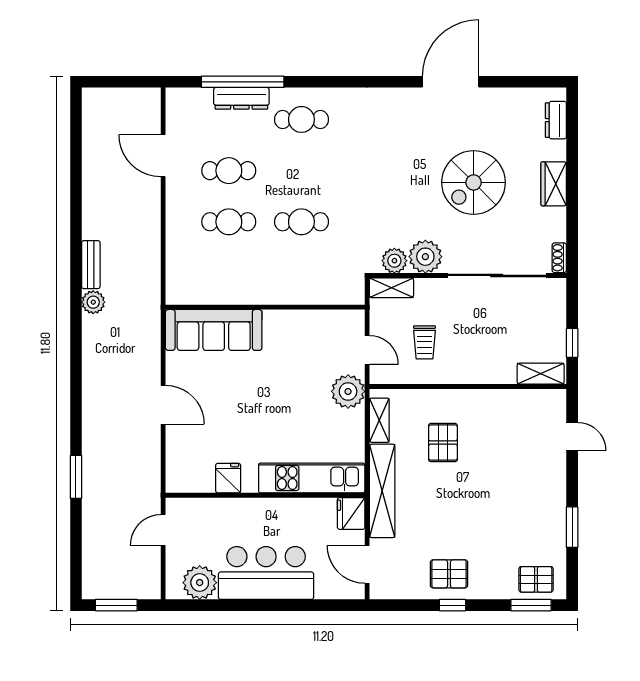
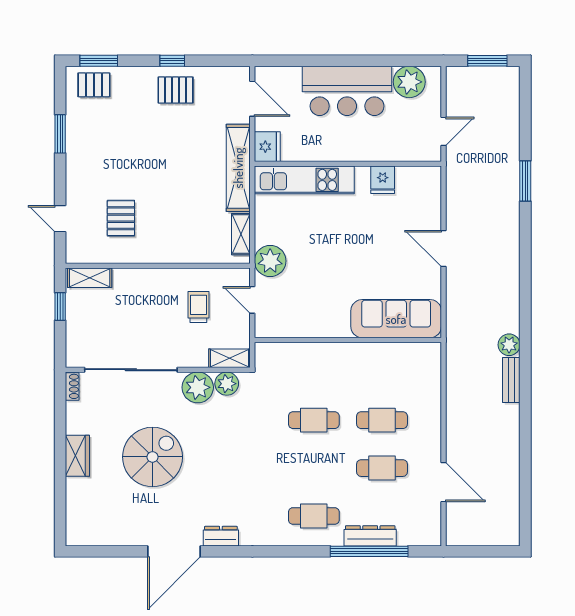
dresser: (556, 120) -> (221, 536), moved, turned -90
pallet: (443, 443) -> (121, 218), moved

